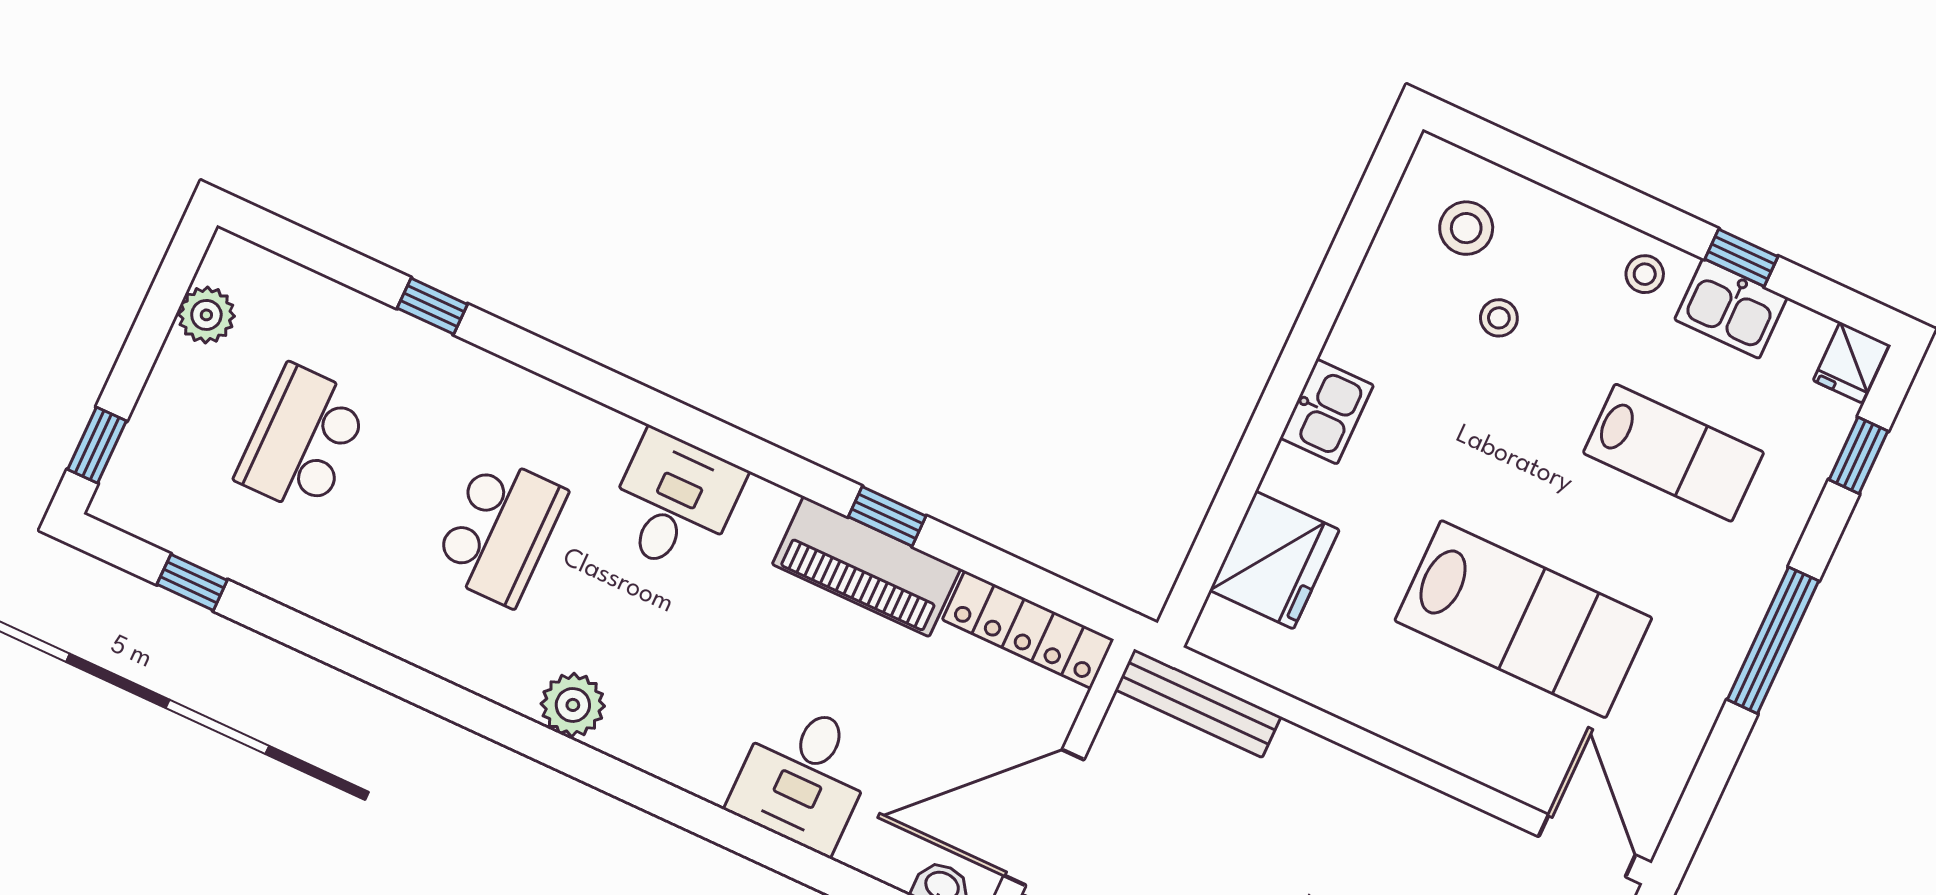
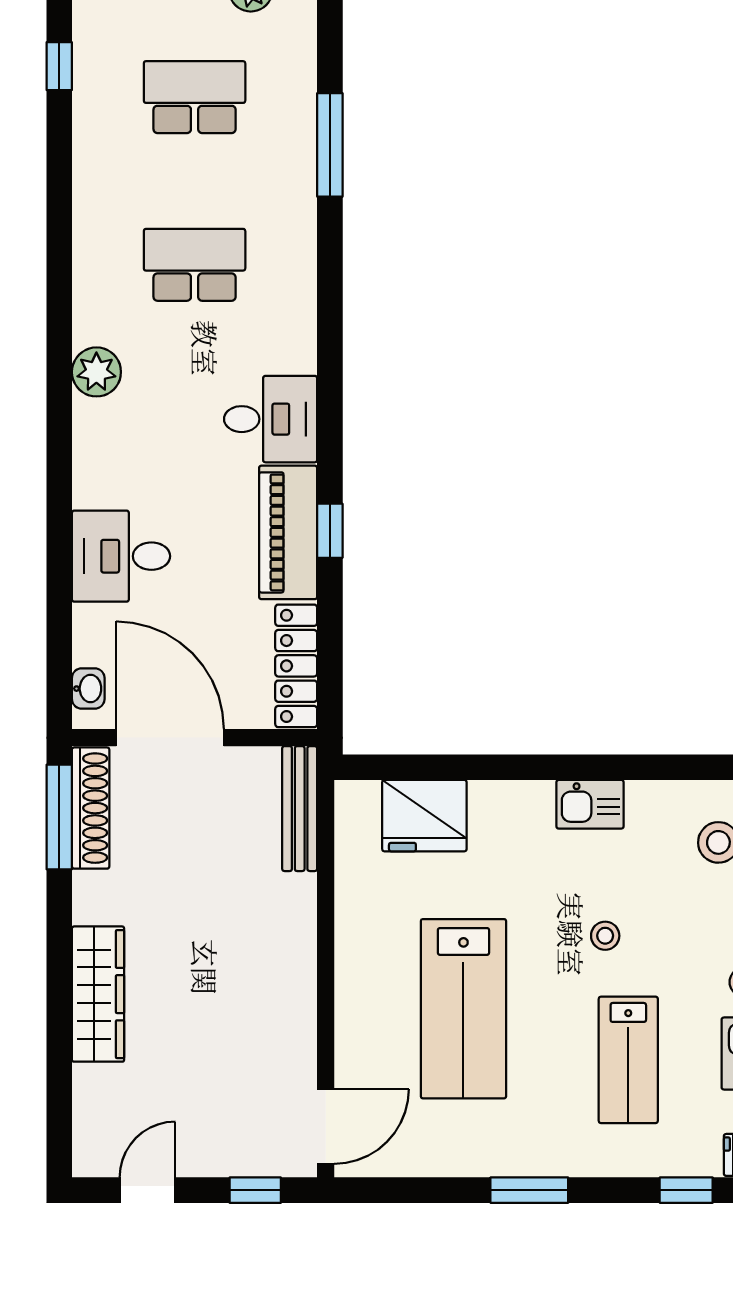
window: (432, 306) -> (330, 145), width x2.17
stool: (1499, 318) -> (605, 936), moved
kitchen sink: (1327, 412) -> (590, 804), moved
desk: (674, 503) -> (271, 419), moved
school desk: (500, 531) -> (195, 265), turned 180
window: (1773, 640) -> (529, 1190), width x0.69

